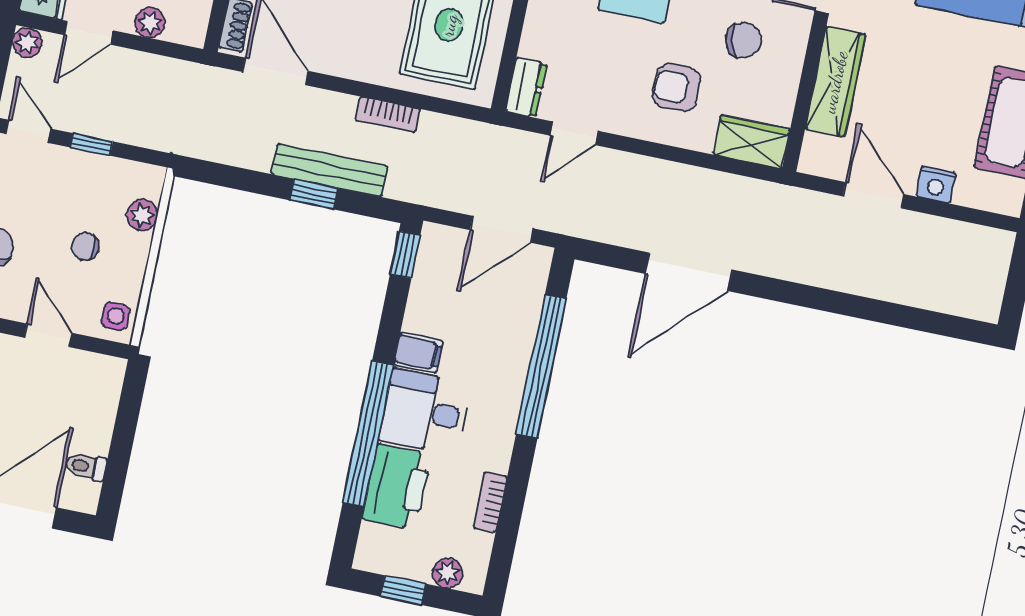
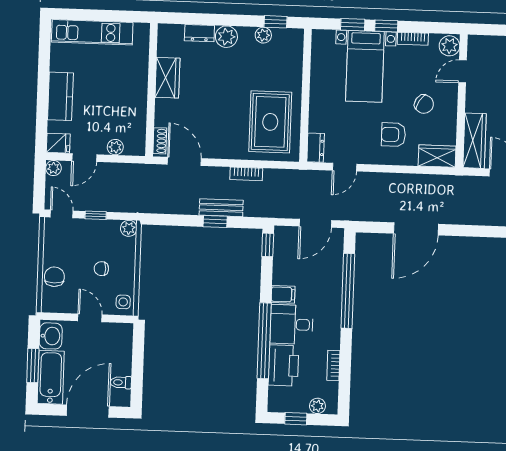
chair: (743, 40) -> (424, 104), turned 47
wardrobe: (835, 82) -> (474, 141), moved
bench: (330, 170) -> (221, 208), width x0.73
plant: (142, 215) -> (129, 228), moved

